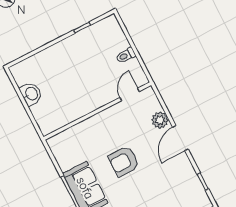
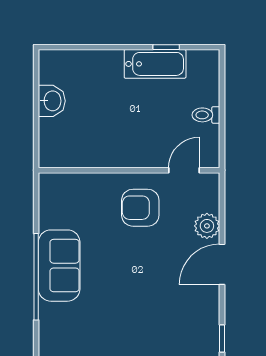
bathtub: (80, 41) -> (155, 64), added
armchair: (124, 161) -> (140, 208), moved

